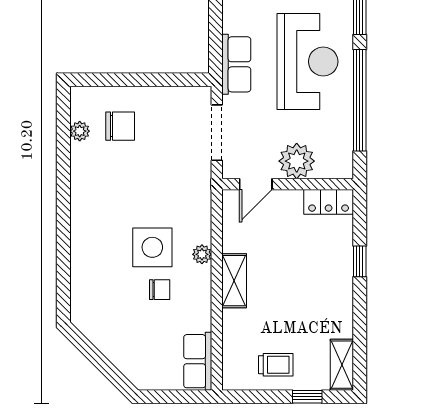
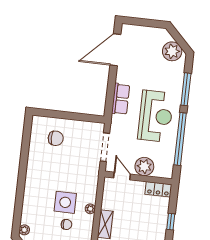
row of seats: (236, 64) -> (121, 99), moved
plant: (80, 131) -> (24, 230), moved
door: (256, 184) -> (122, 176), swing flipped

